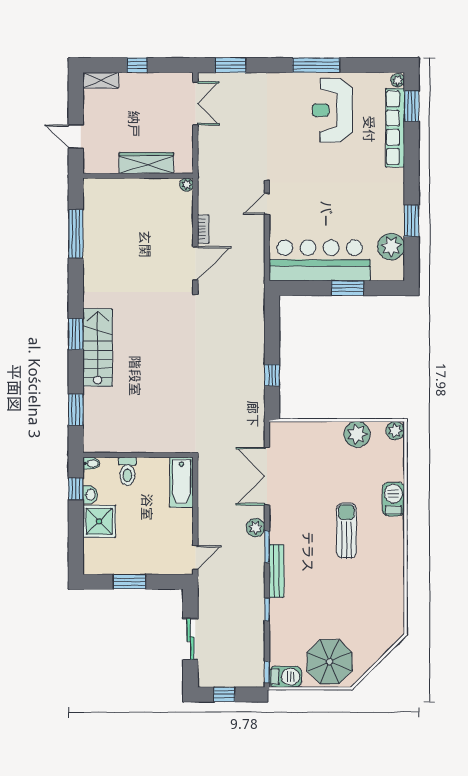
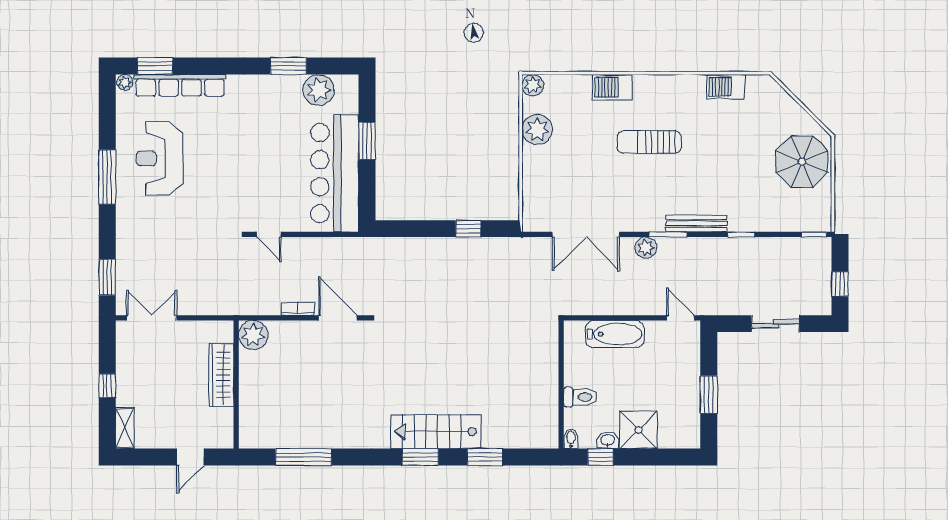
reception desk: (332, 110) -> (160, 158), turned 90
plant: (187, 185) -> (253, 335), width x1.87, depth x1.87
window: (76, 410) -> (485, 457), moved
bathtub: (181, 482) -> (615, 334), moved
barbecue: (285, 677) -> (726, 87), moved, turned -90

